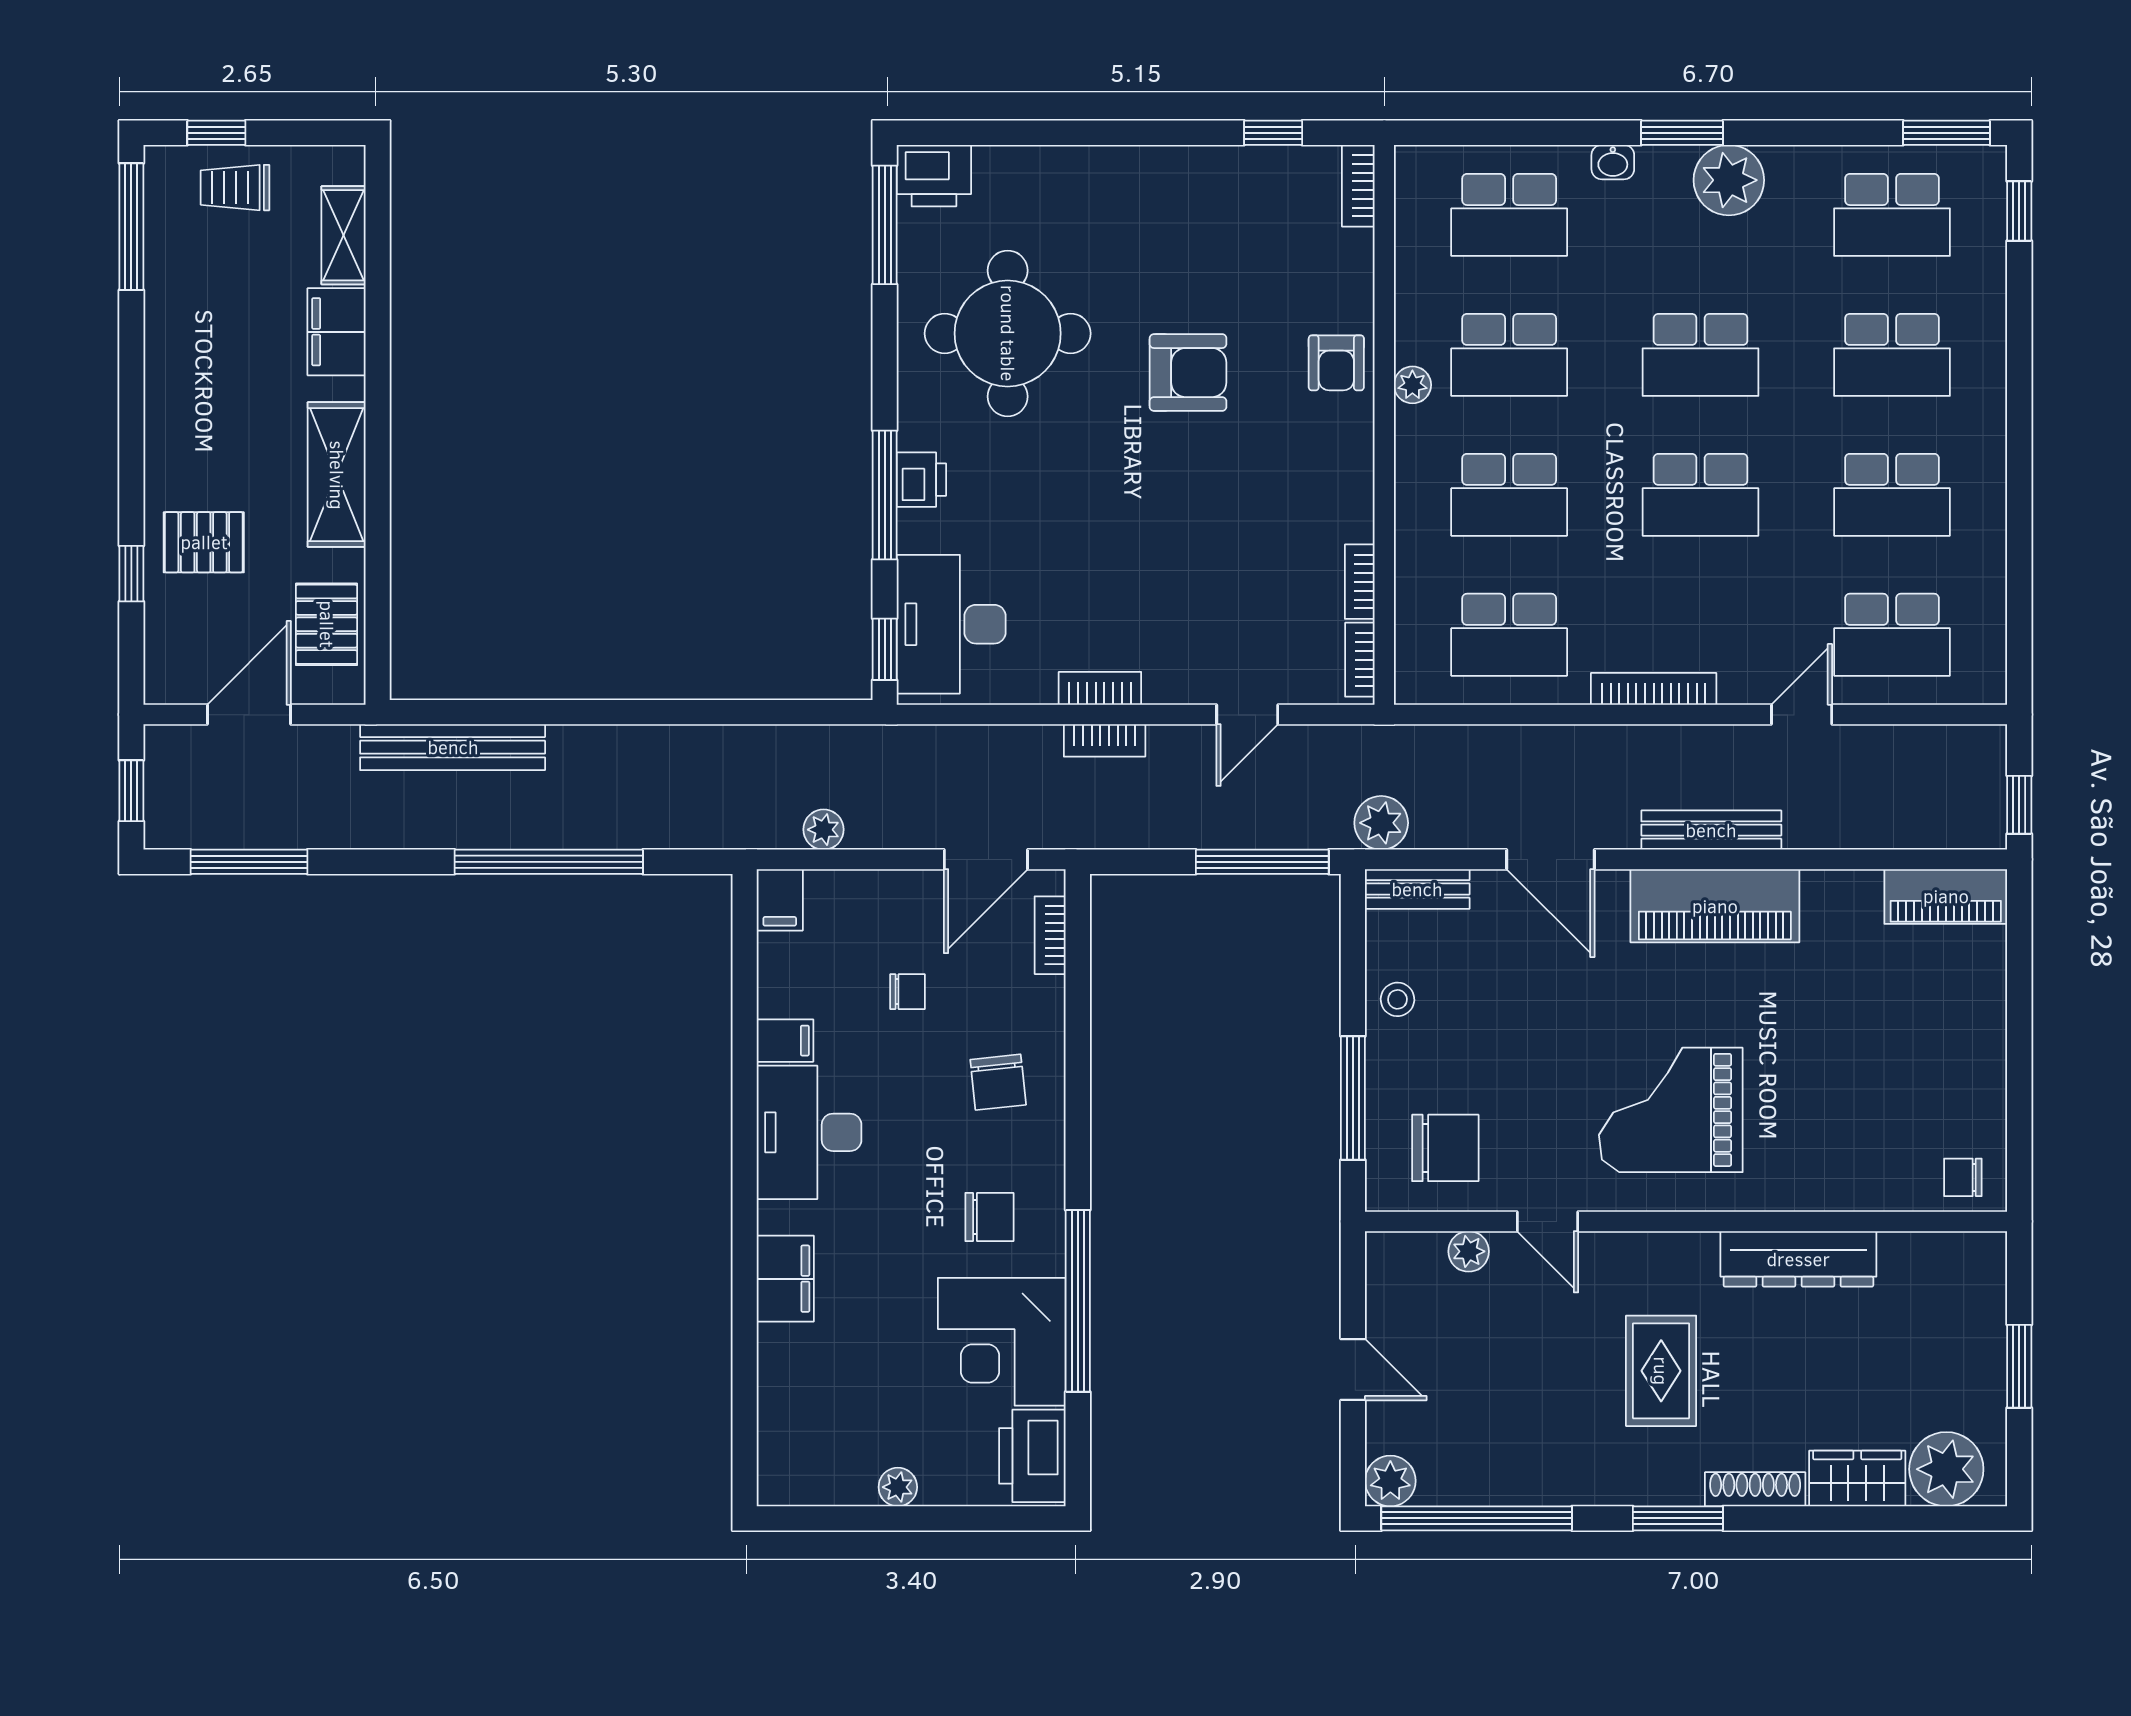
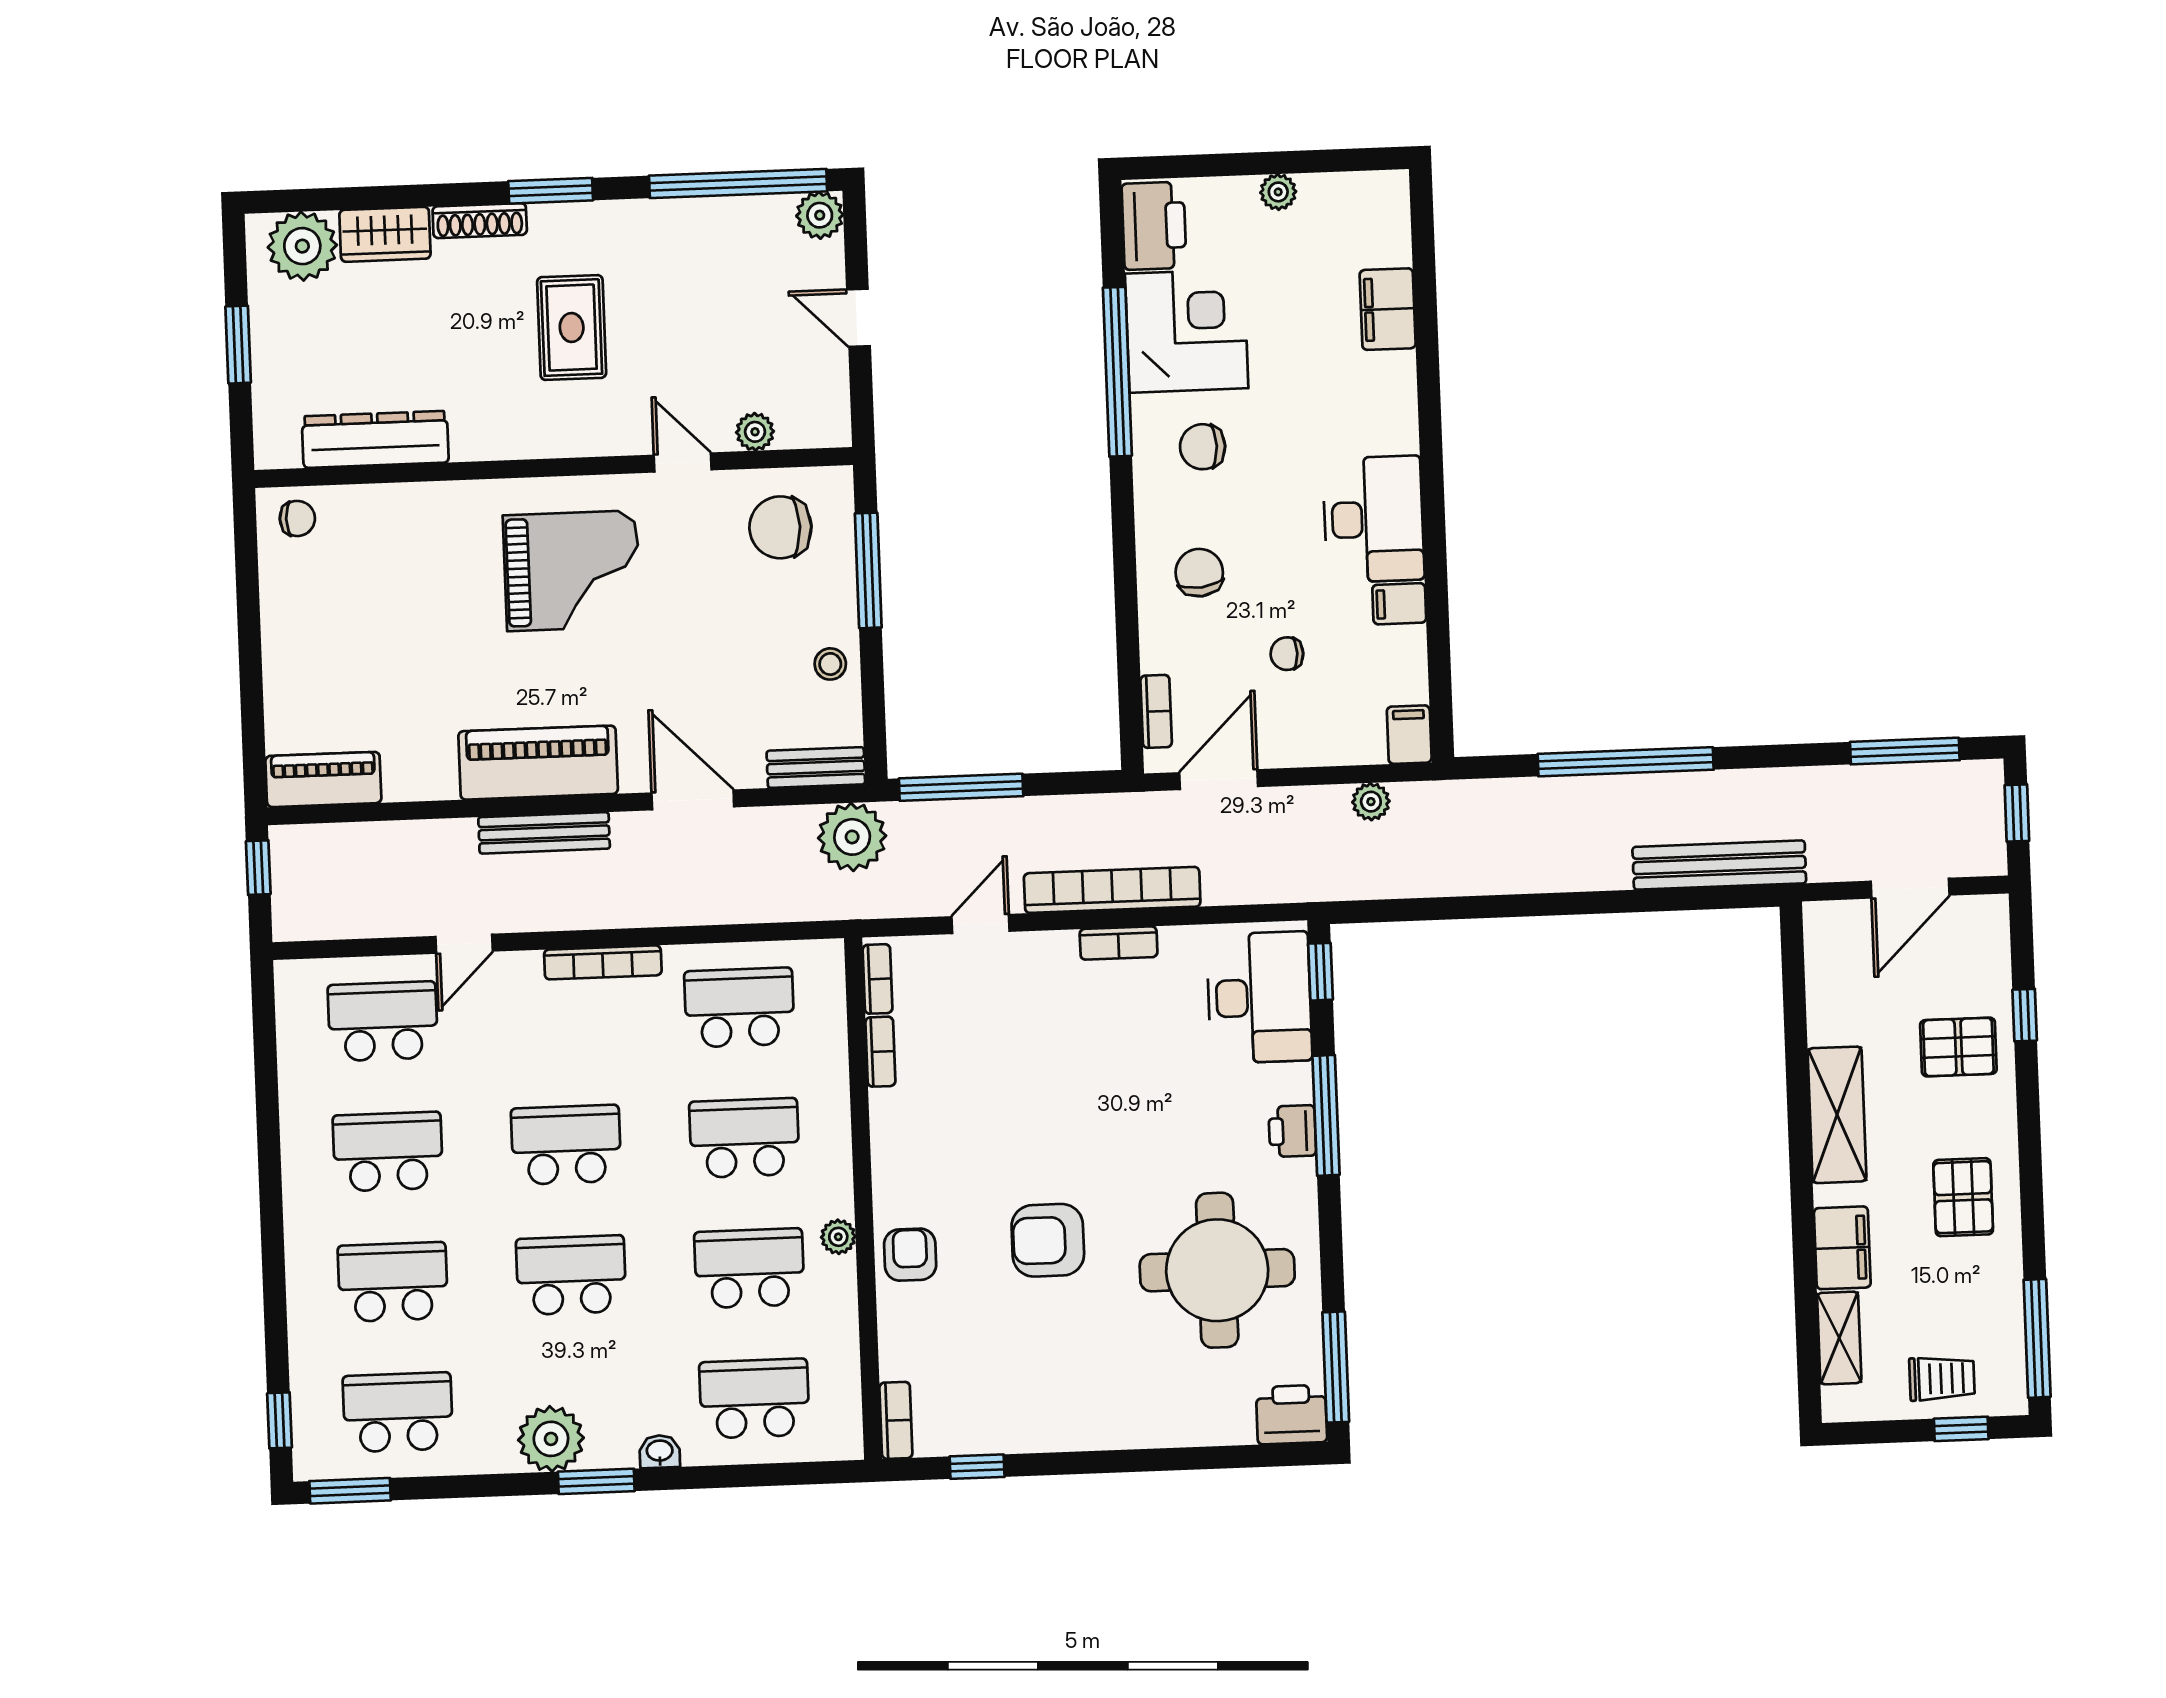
pallet: (327, 624) -> (1963, 1197), moved
bookcase: (1105, 740) -> (1112, 890), width x2.31, depth x1.31
plant: (1381, 823) -> (852, 837), width x1.36, depth x1.36
dresser: (1798, 1259) -> (375, 439), moved
filing cabinet: (785, 1279) -> (1388, 309), moved

